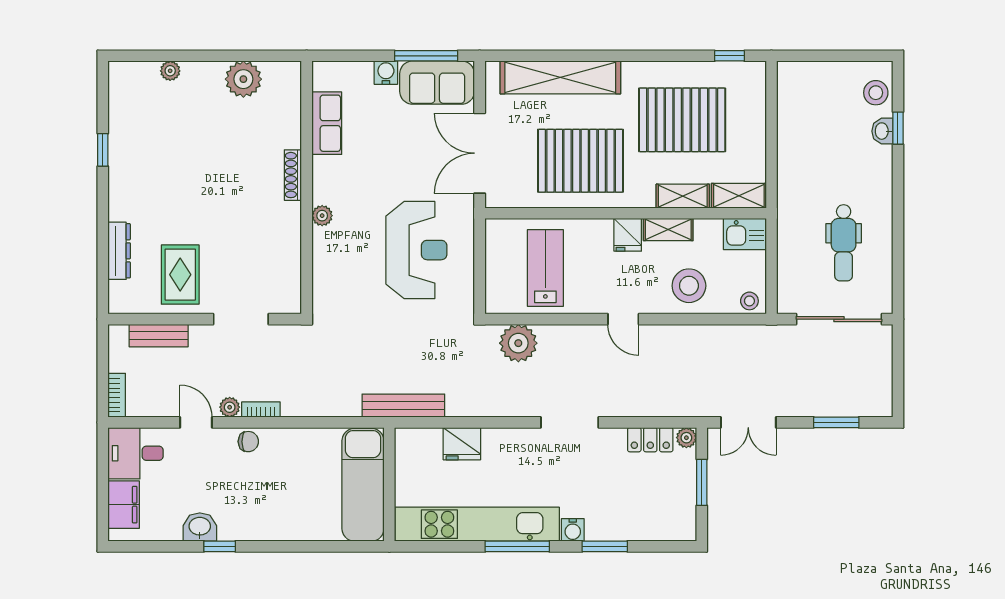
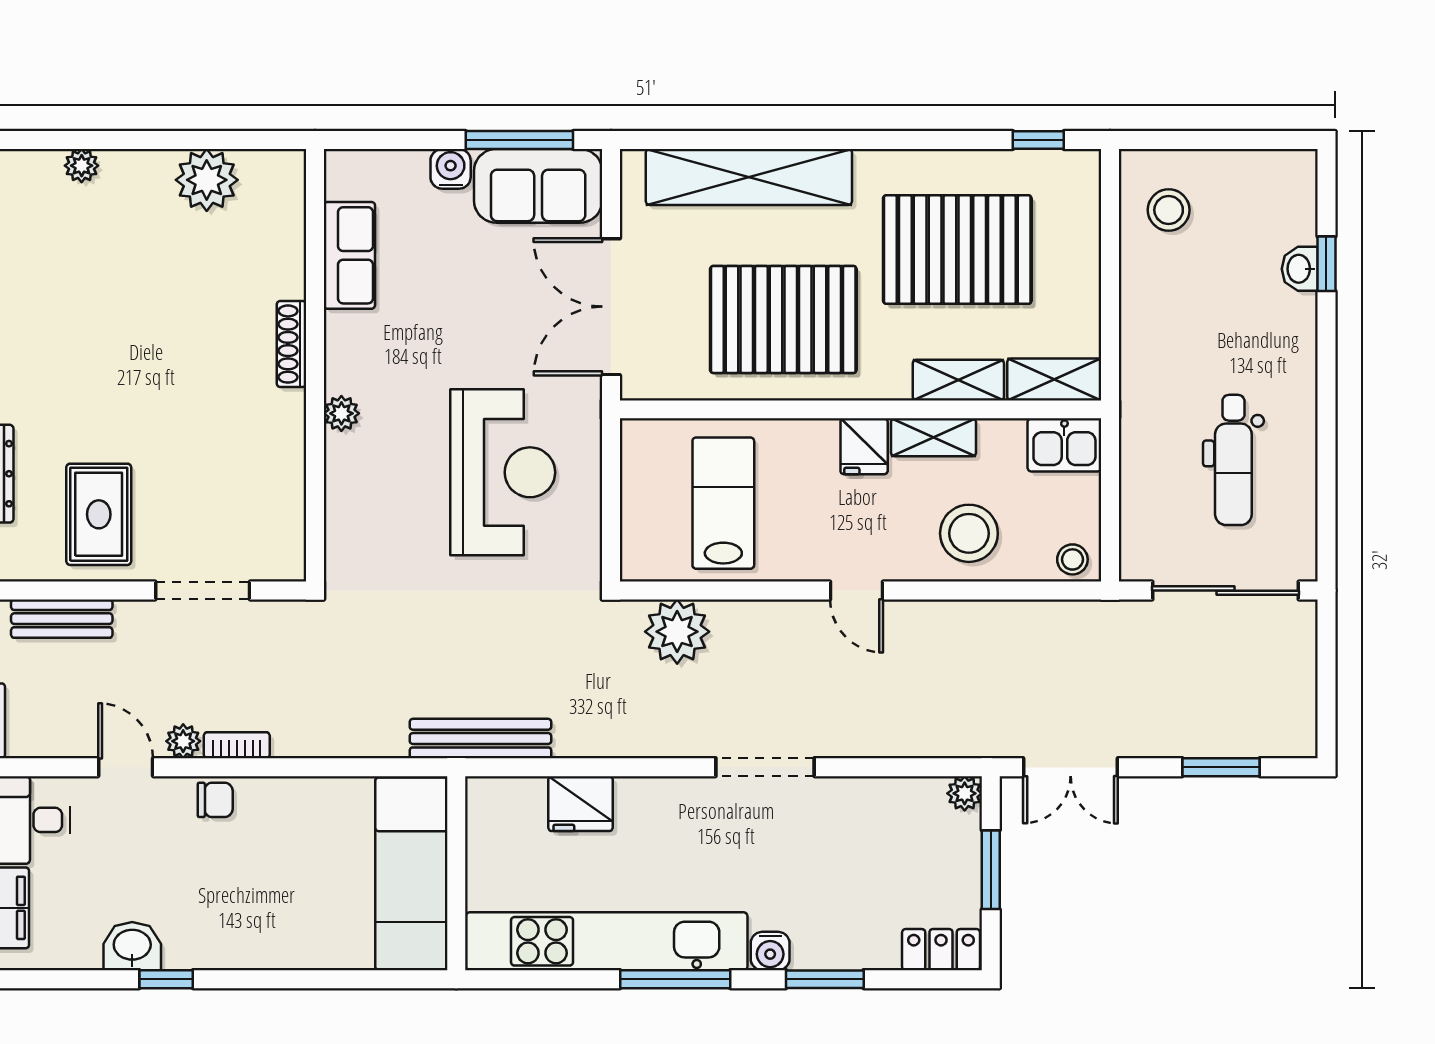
stool: (876, 93) -> (1169, 210), moved
locker: (650, 440) -> (941, 950), moved, turned 180

